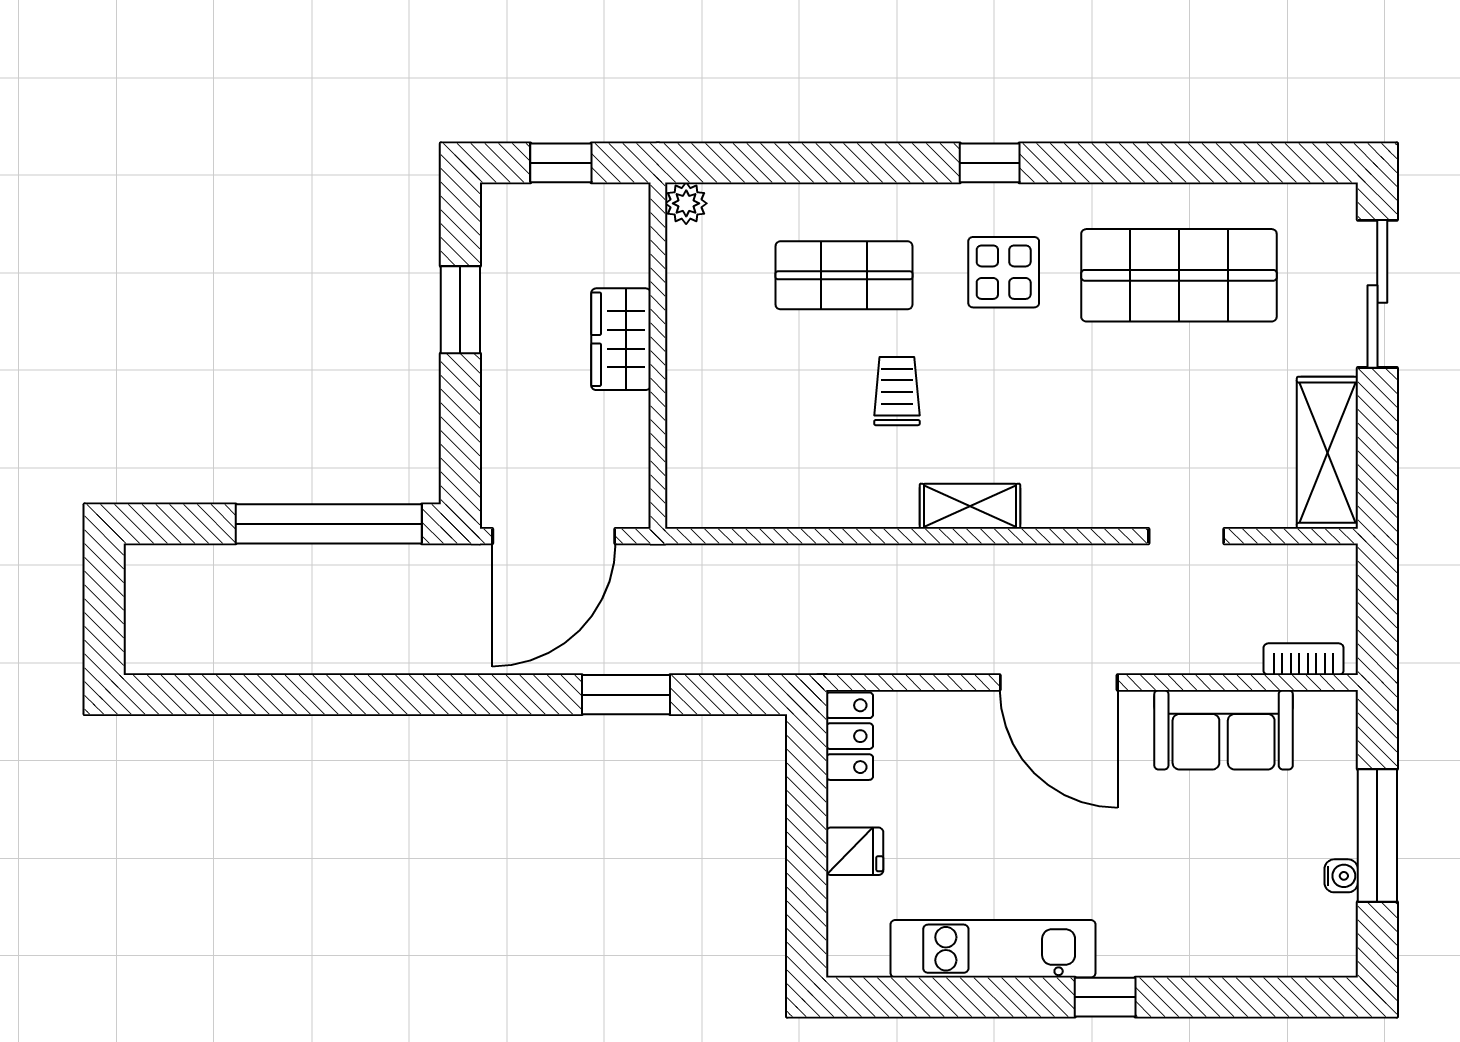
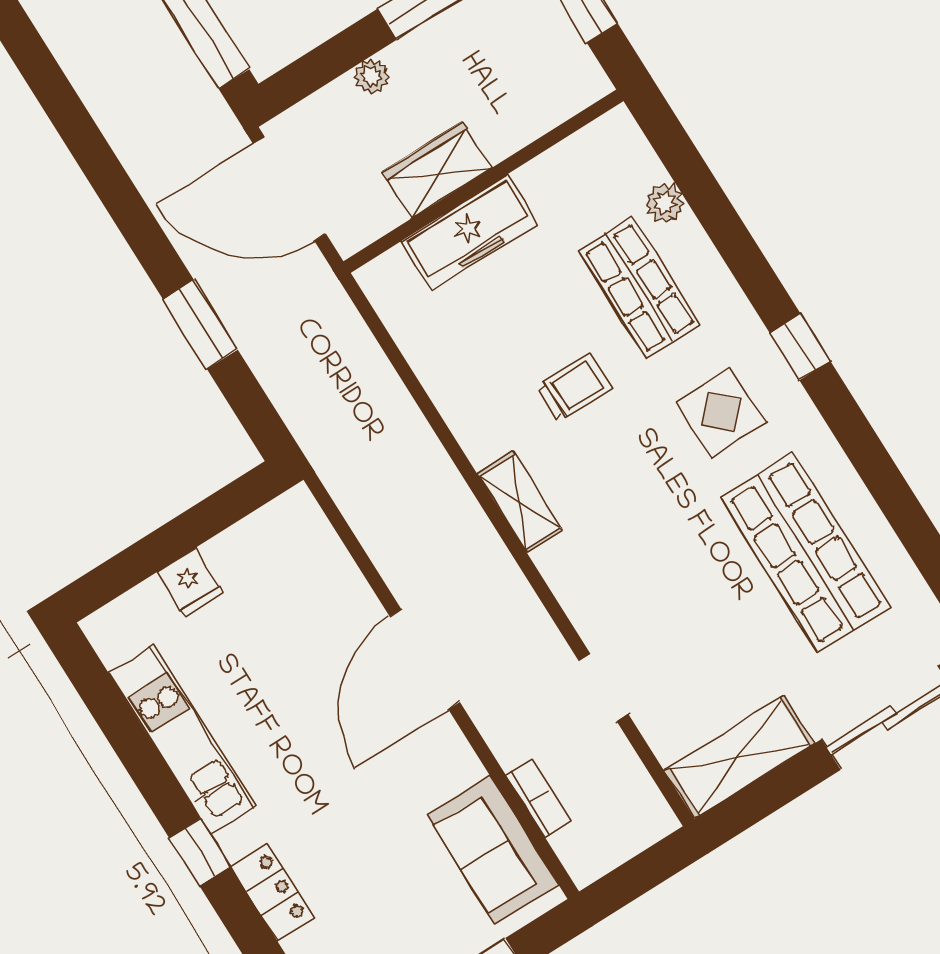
plant: (686, 203) -> (665, 203), moved
wardrobe: (621, 339) -> (436, 170), moved
plant: (499, 397) -> (371, 76), added
freezer: (696, 397) -> (470, 232), added
bookcase: (1304, 659) -> (538, 798), moved
sofa: (1224, 730) -> (493, 850), moved
locker: (850, 736) -> (272, 892), moved, turned -90

